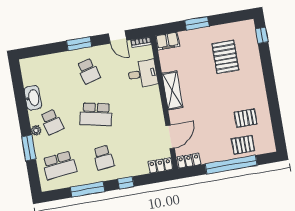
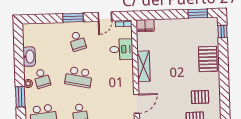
window: (197, 23) -> (198, 14), moved
door: (118, 37) -> (105, 17), hinge flipped
pallet: (225, 57) -> (208, 59), moved

